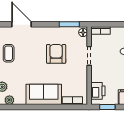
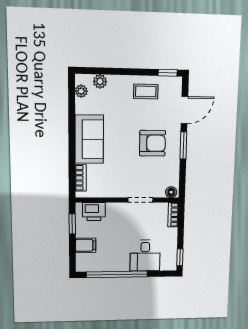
window: (69, 24) -> (183, 145), moved
armchair: (56, 54) -> (152, 143), moved

